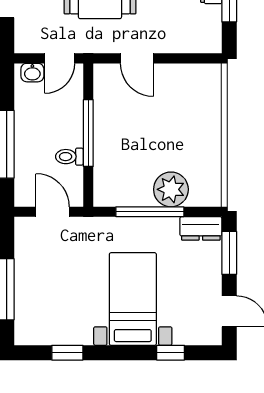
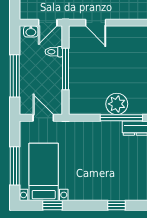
toilet: (69, 157) -> (54, 52), moved
window: (150, 212) -> (121, 118), moved
bed with nightstands: (133, 299) -> (44, 172), moved

